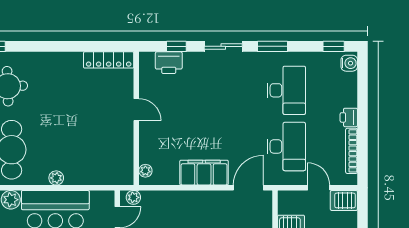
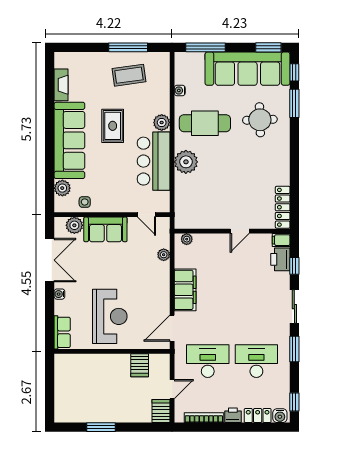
filing cabinet: (146, 62) -> (281, 240), added
locker: (349, 89) -> (258, 416), added
desk: (286, 90) -> (256, 361), turned 180
desk: (286, 146) -> (208, 361), turned 180
plant: (56, 178) -> (186, 162), width x1.87, depth x1.87
door: (248, 188) -> (172, 328), swing flipped
plant: (133, 197) -> (164, 255), moved

